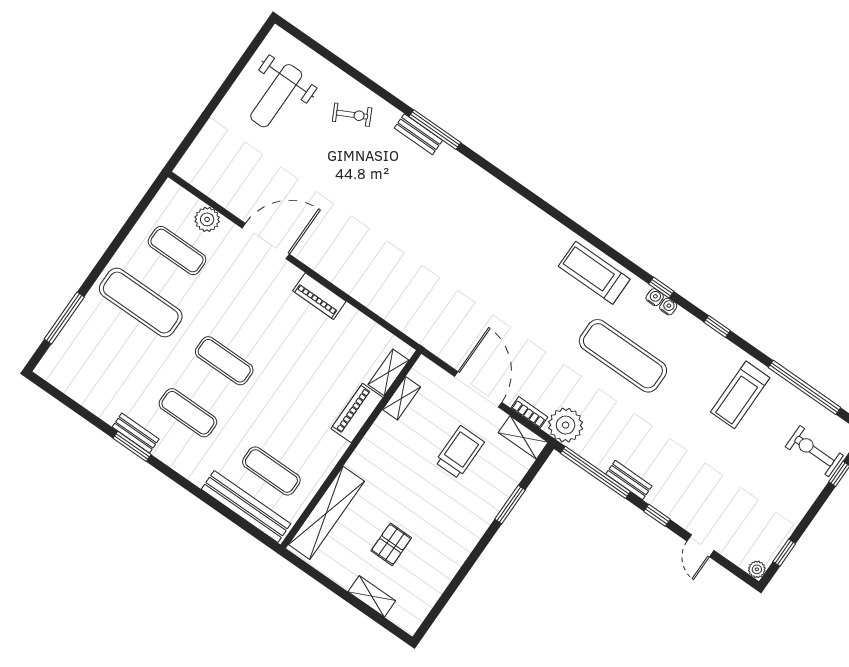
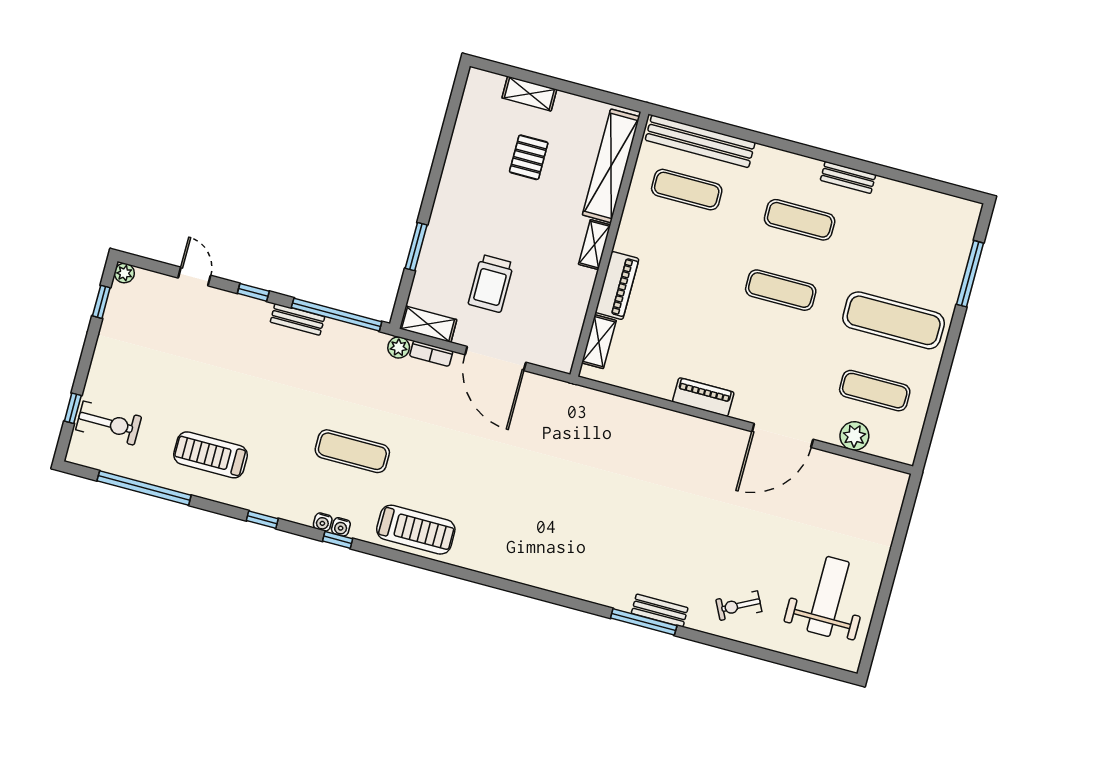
exercise mat: (623, 356) -> (352, 451), width x0.73, depth x0.69
treadmill: (740, 395) -> (211, 455), turned -90
shelving: (402, 398) -> (595, 245), moved
plant: (566, 425) -> (399, 347), width x0.53, depth x0.53
window: (132, 446) -> (847, 162), removed

